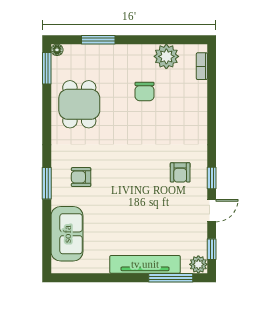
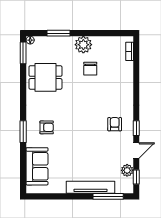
plant: (166, 56) -> (83, 45), moved
dining table: (79, 104) -> (45, 77), turned 90
armchair: (180, 172) -> (115, 124), turned 180
armchair: (81, 177) -> (47, 127), turned 180
plant: (198, 264) -> (127, 170), moved

